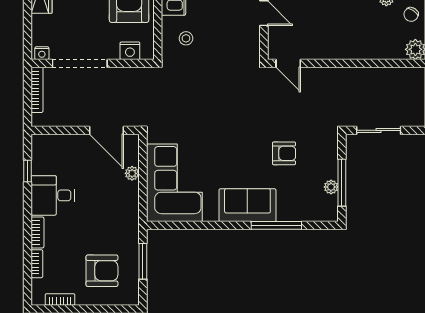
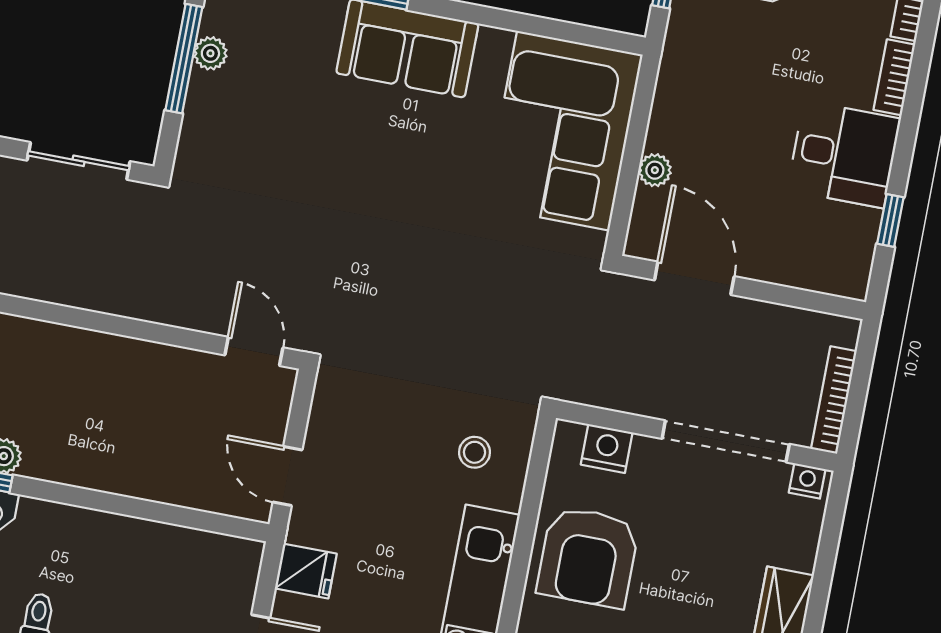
armchair: (284, 153) -> (302, 150), removed

